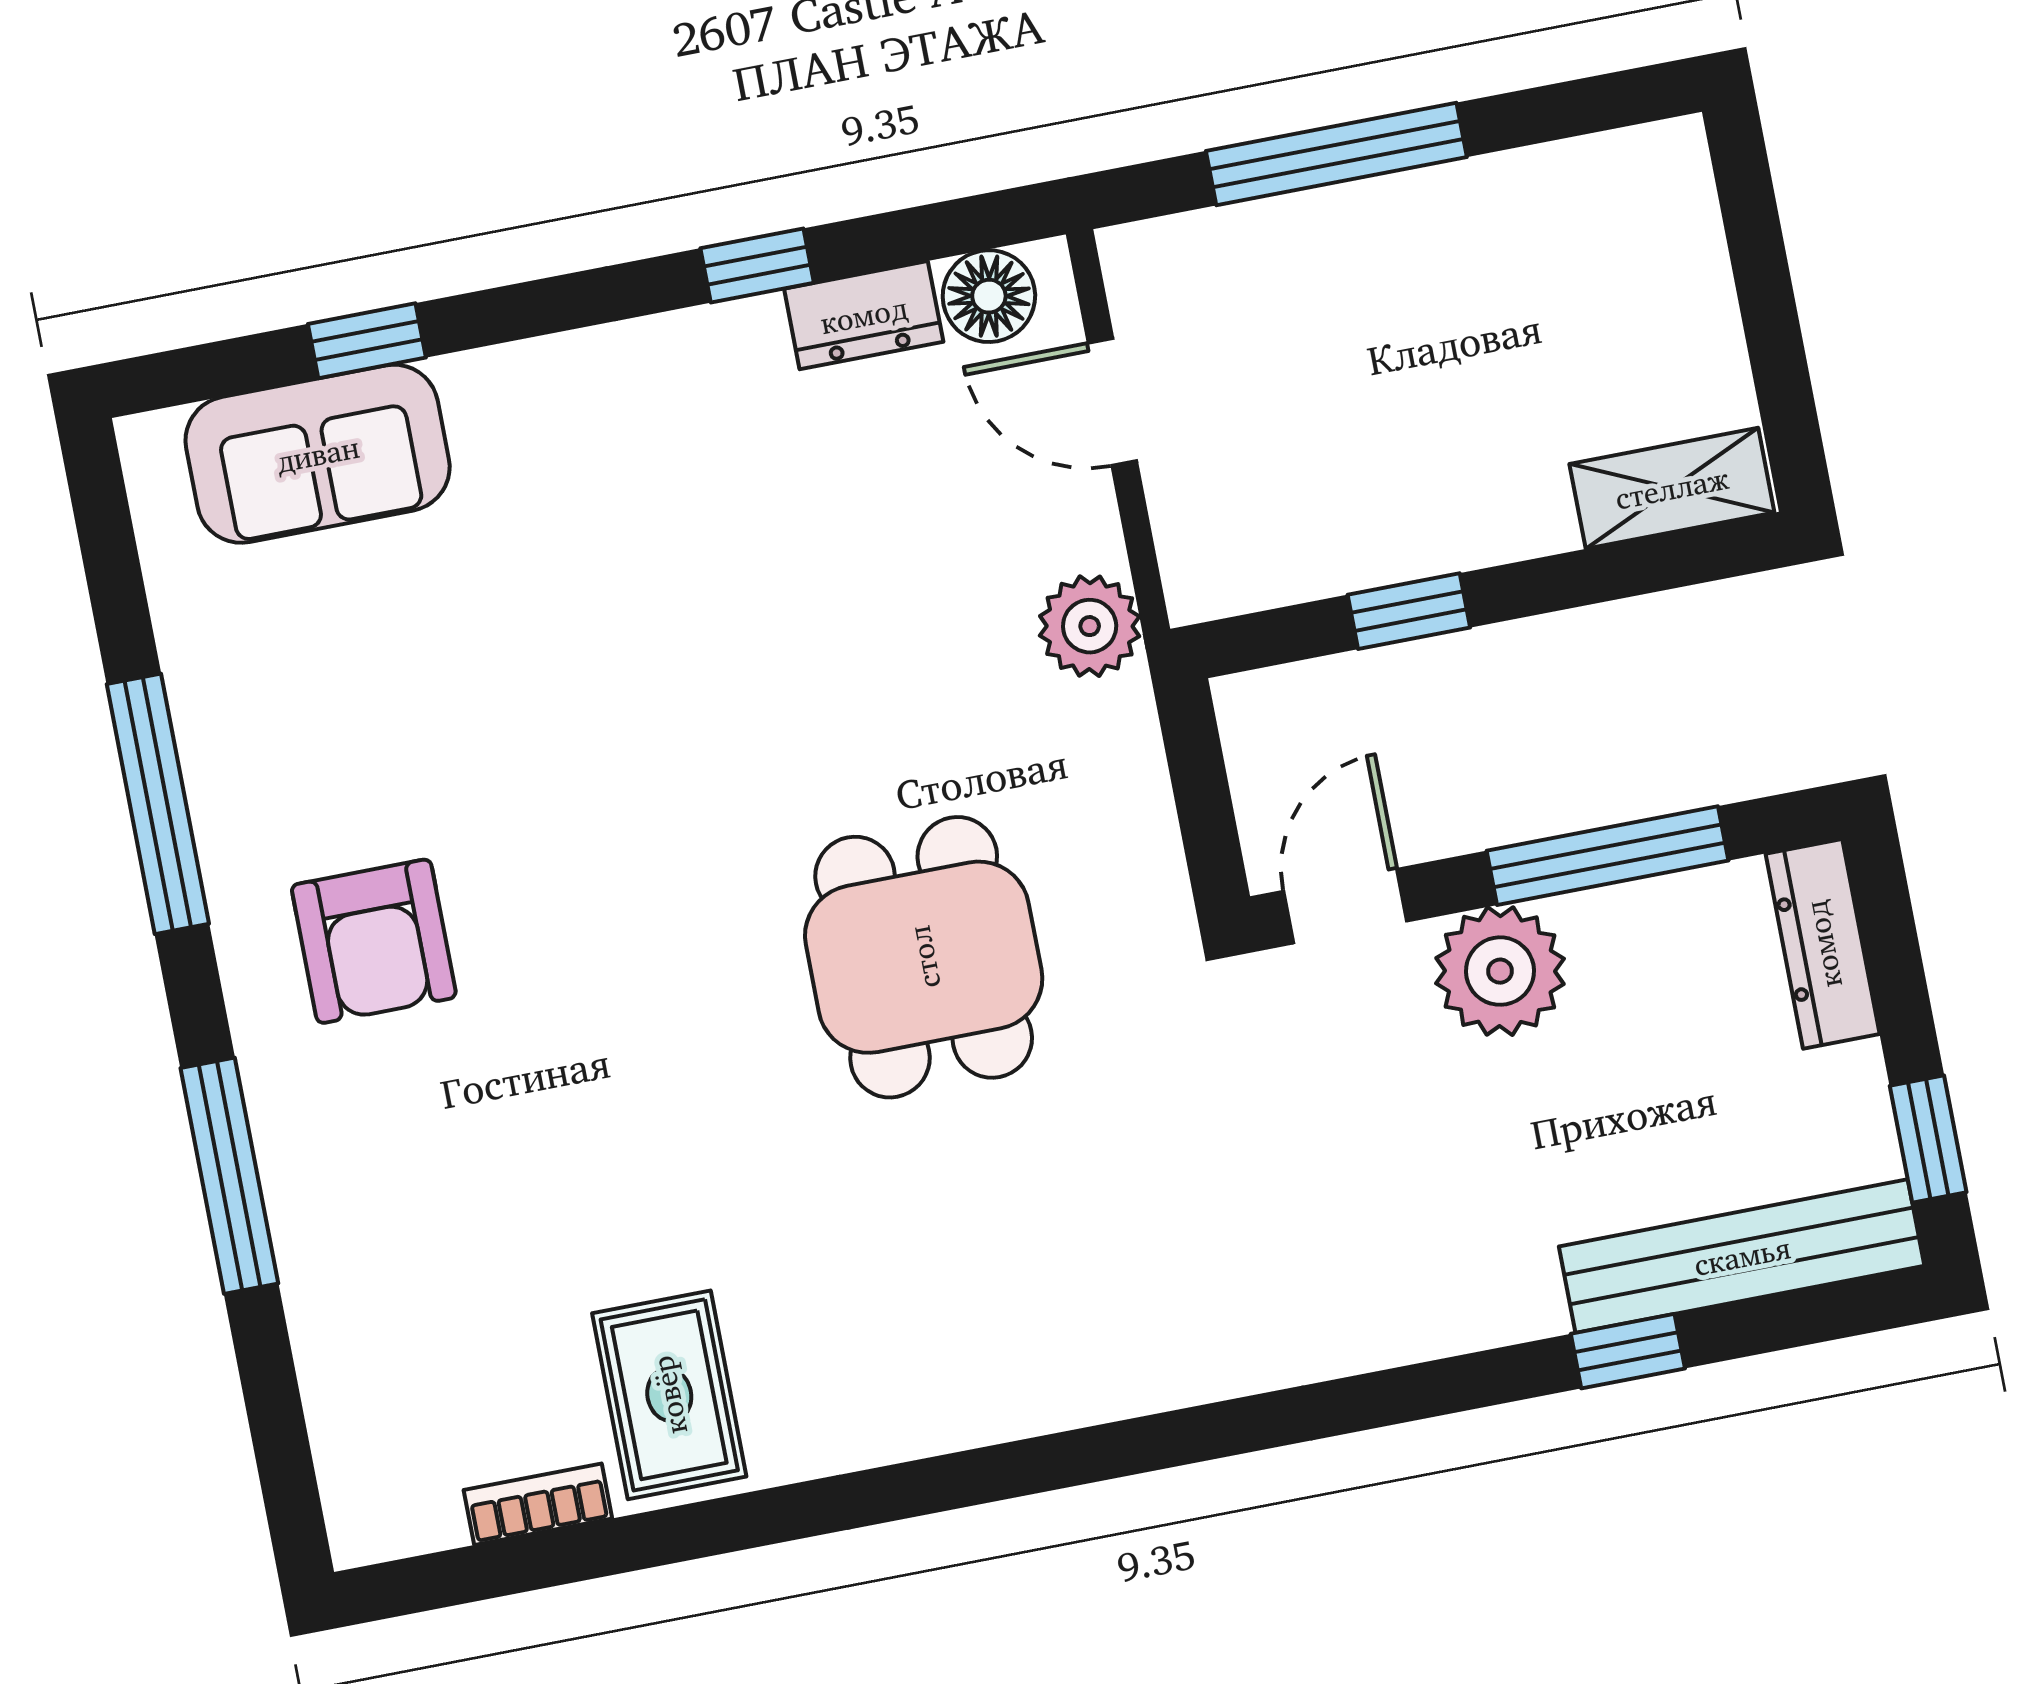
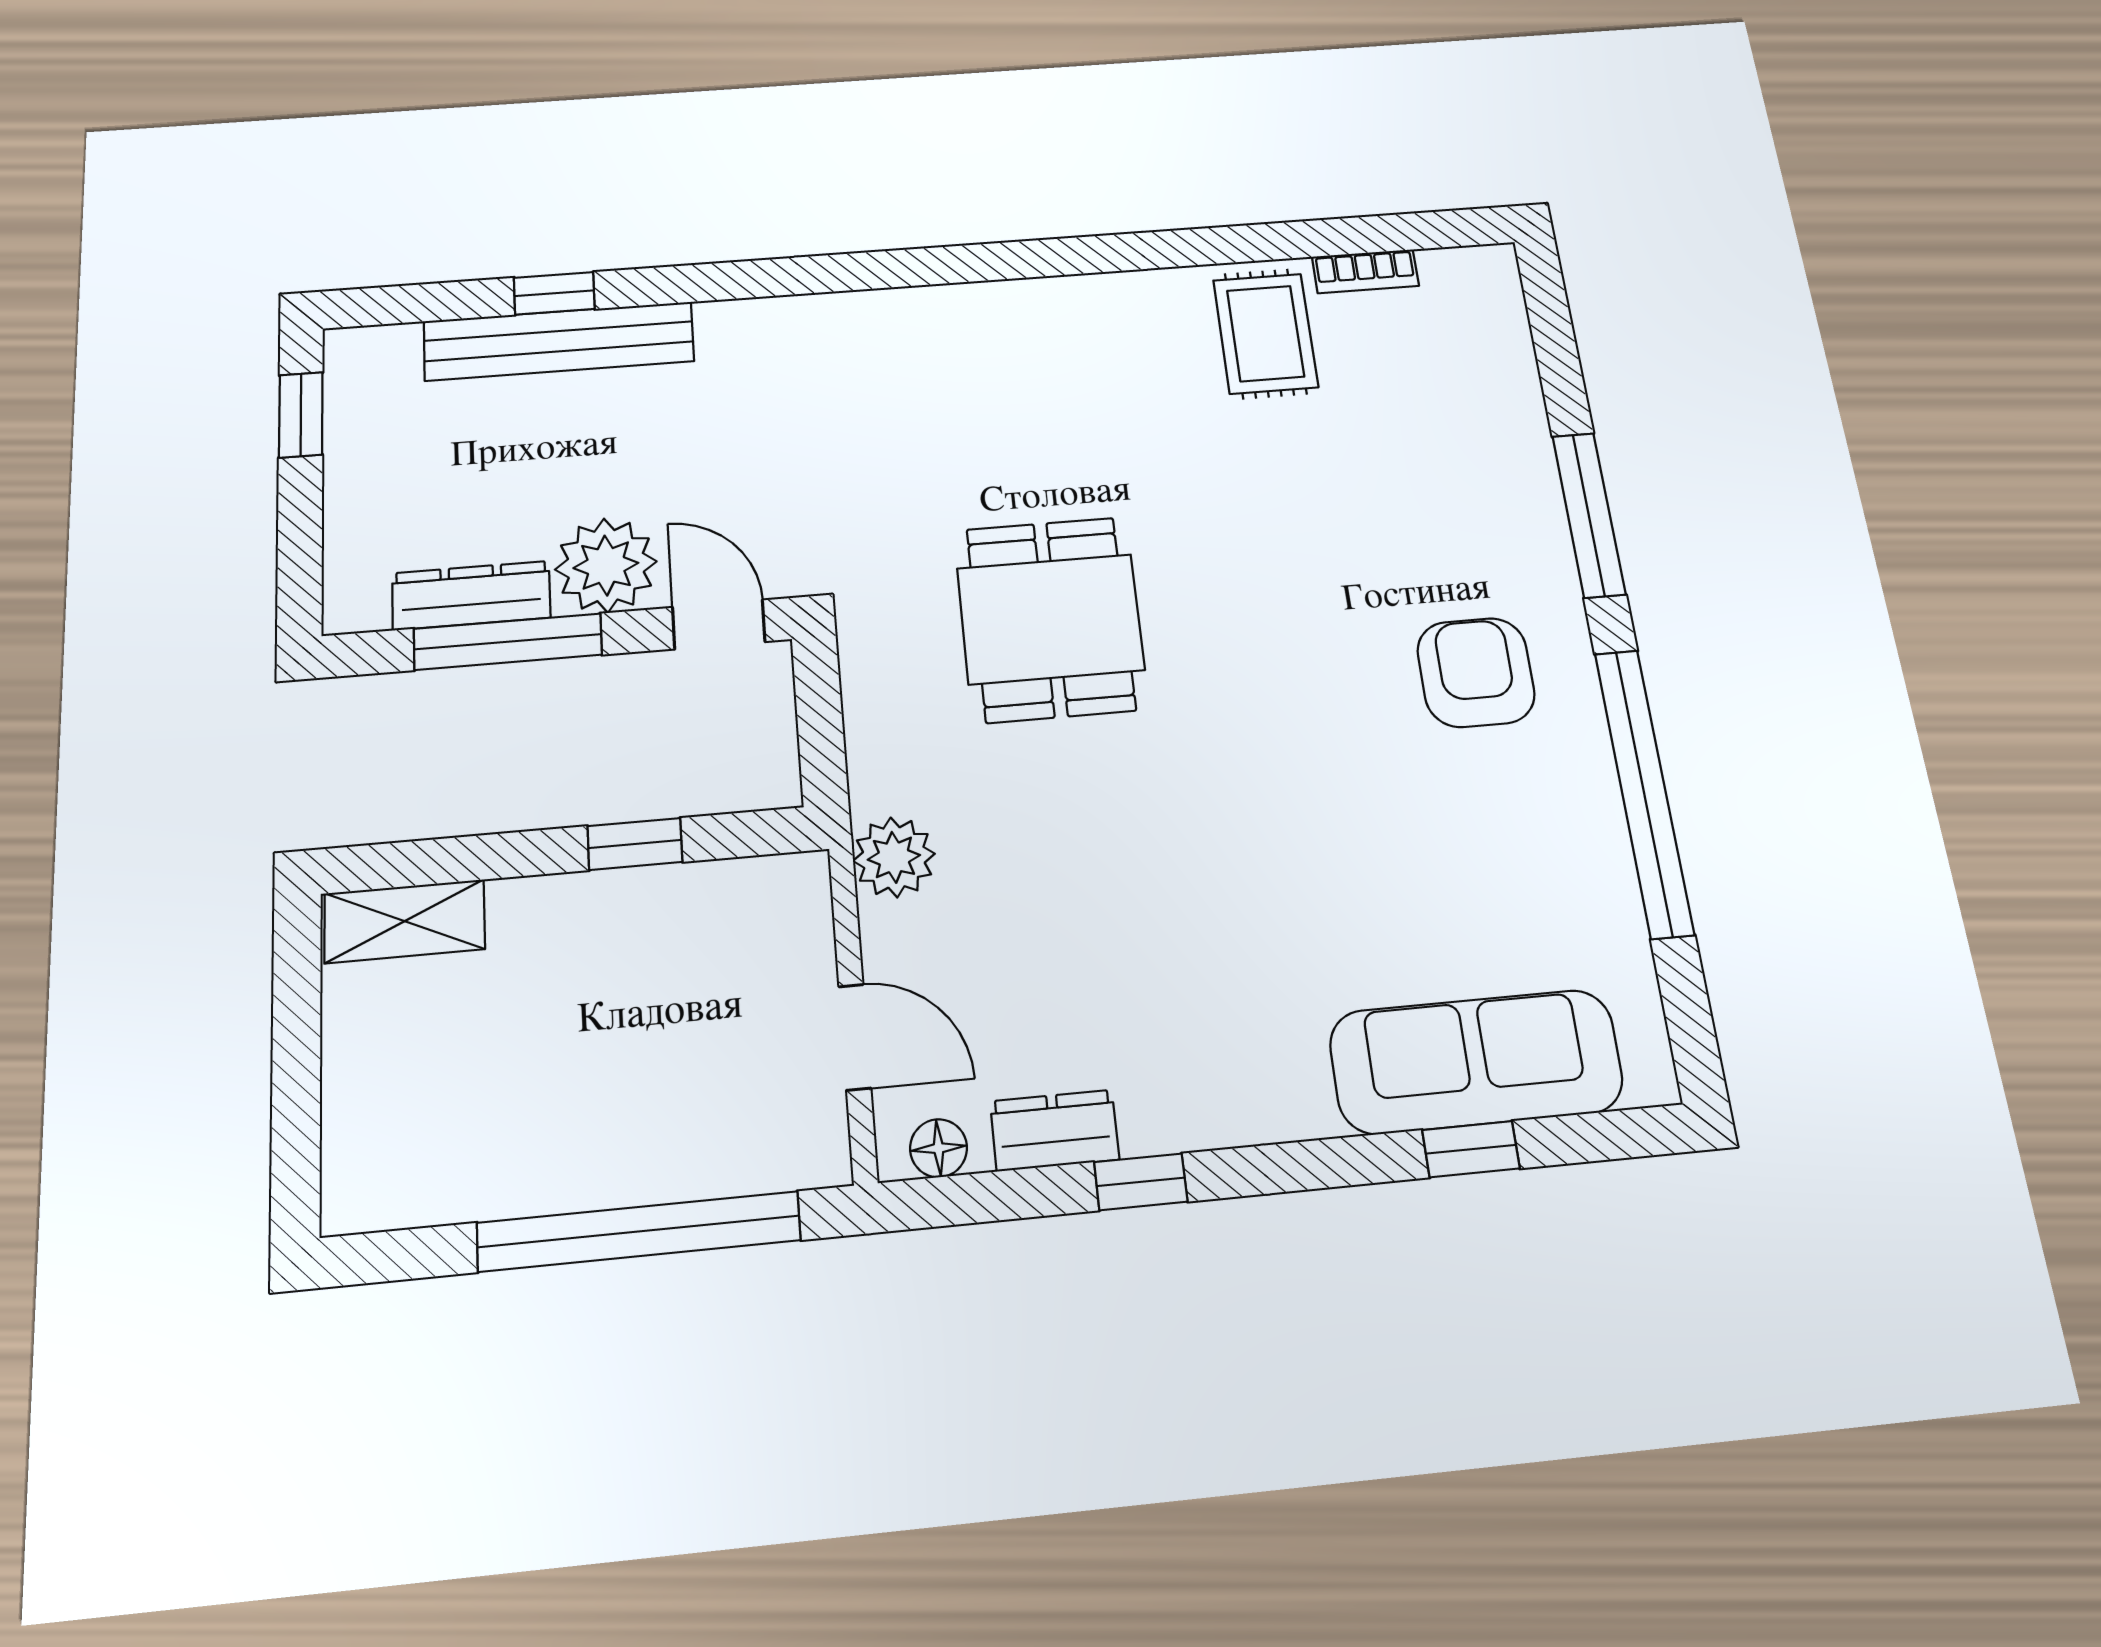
window: (1336, 154) -> (639, 1231), width x1.46
floor lamp: (989, 296) -> (939, 1148), width x0.73, depth x0.73
sofa: (318, 454) -> (1476, 1062), width x1.36
window: (158, 804) -> (1644, 792), width x1.46
door: (1345, 906) -> (719, 624), swing flipped
dresser: (1823, 944) -> (471, 595), moved, turned -90
bench: (1742, 1256) -> (559, 341), moved

